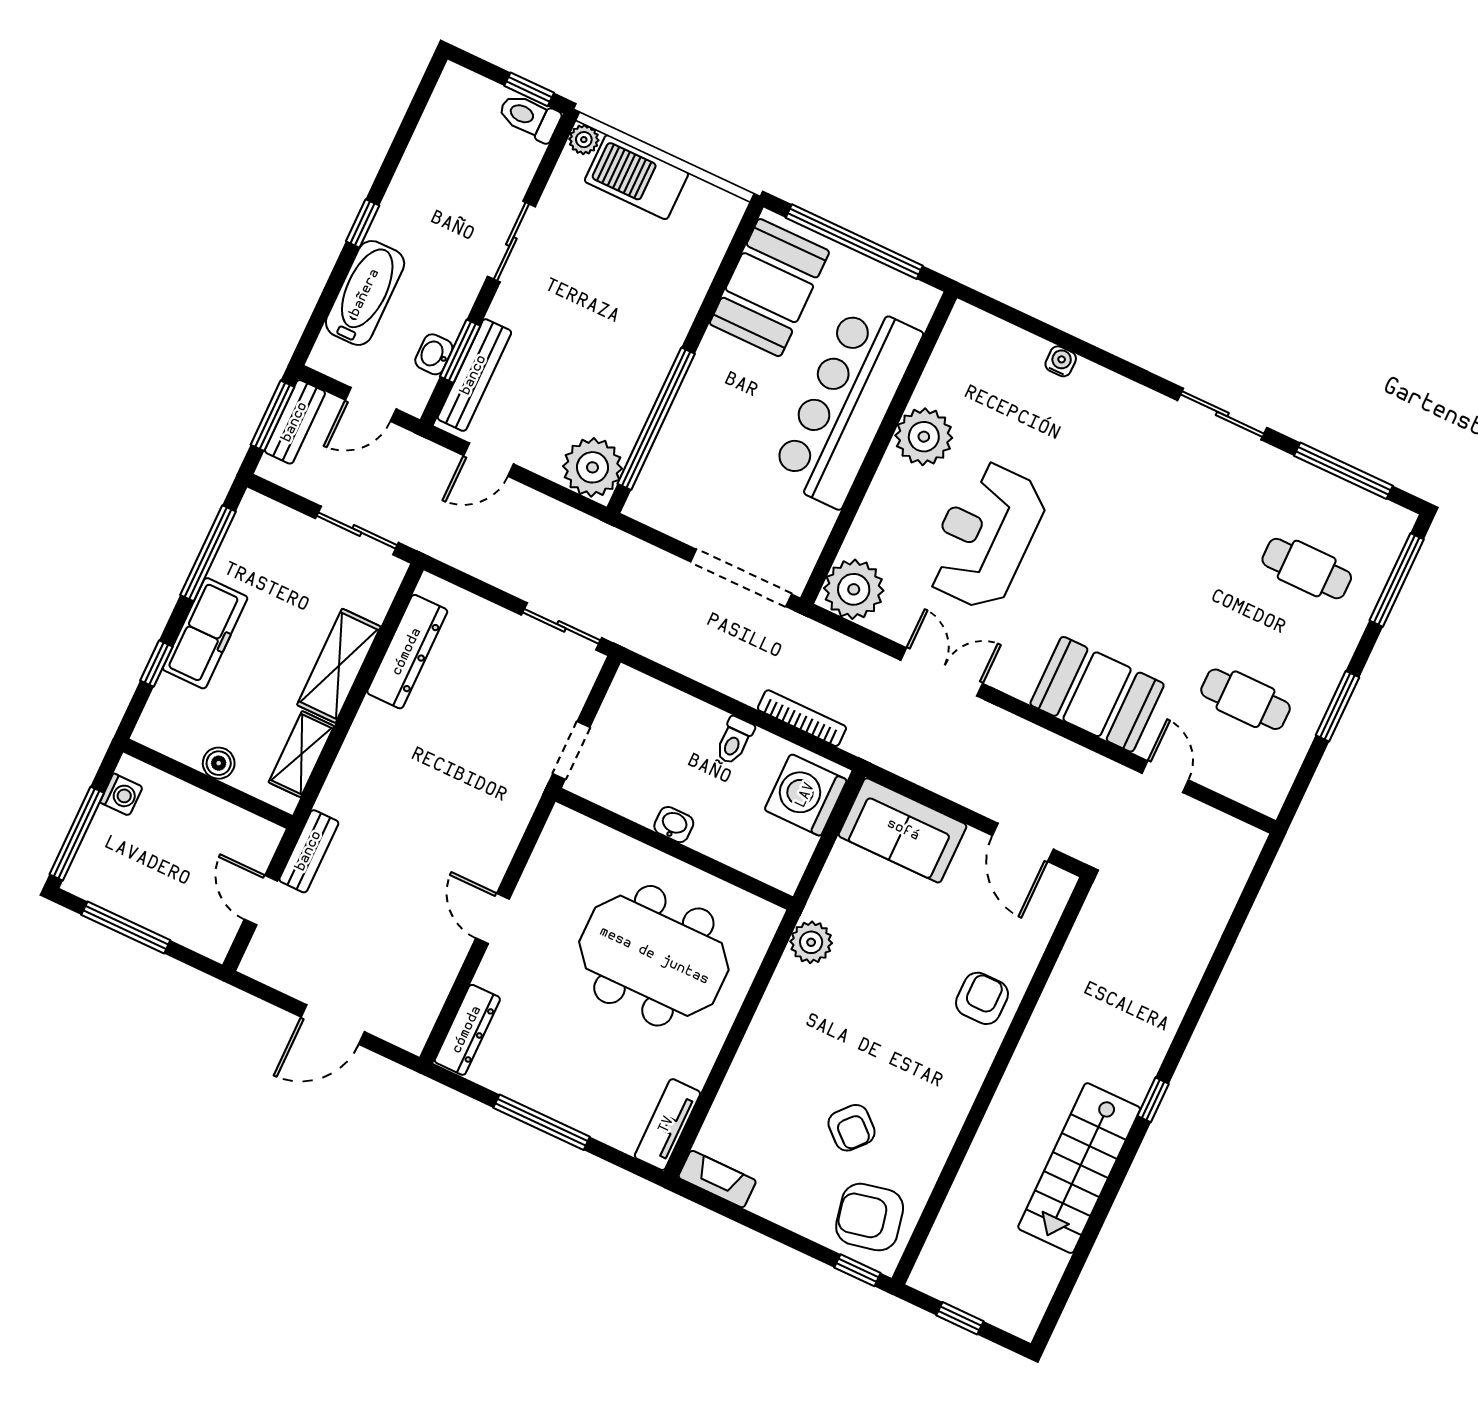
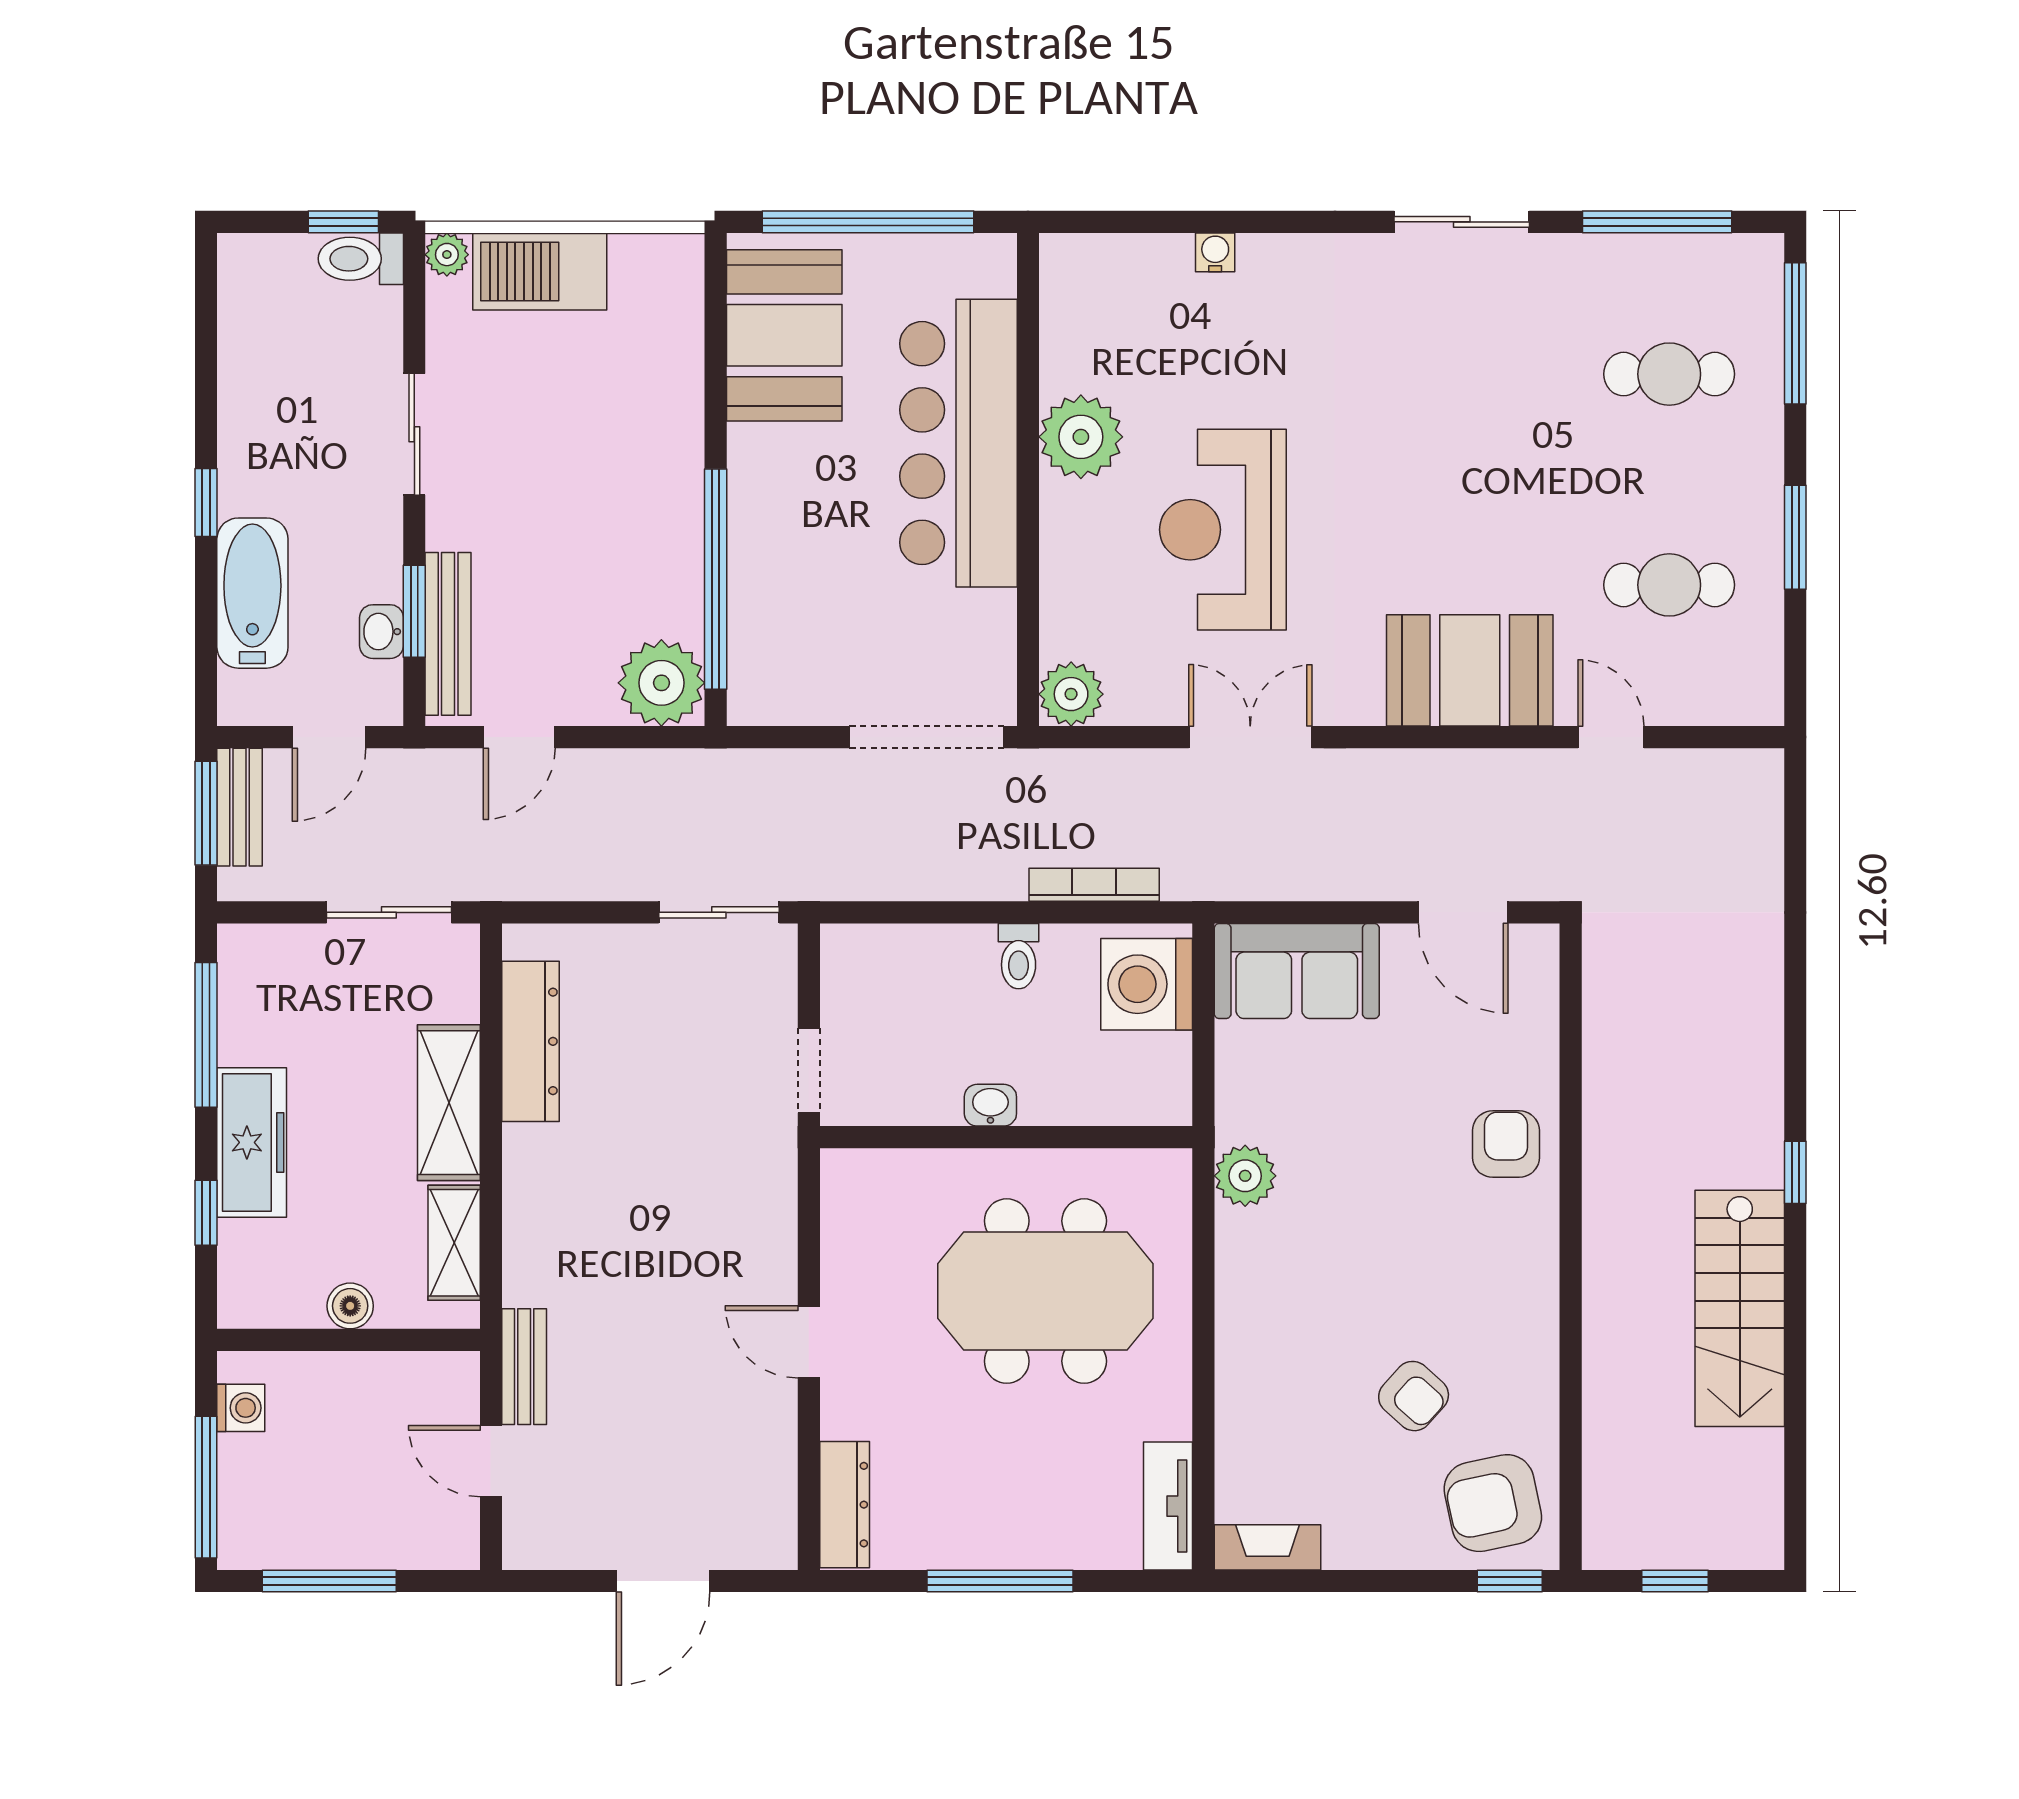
plant: (854, 589) -> (1071, 694), width x0.73, depth x0.73

